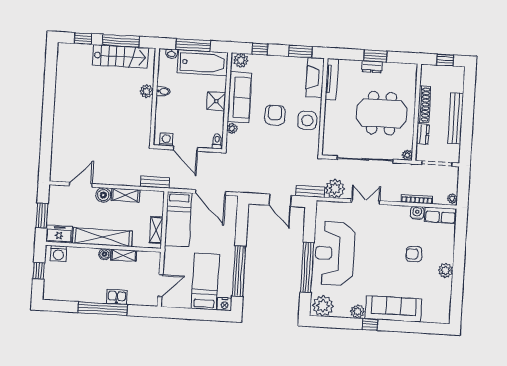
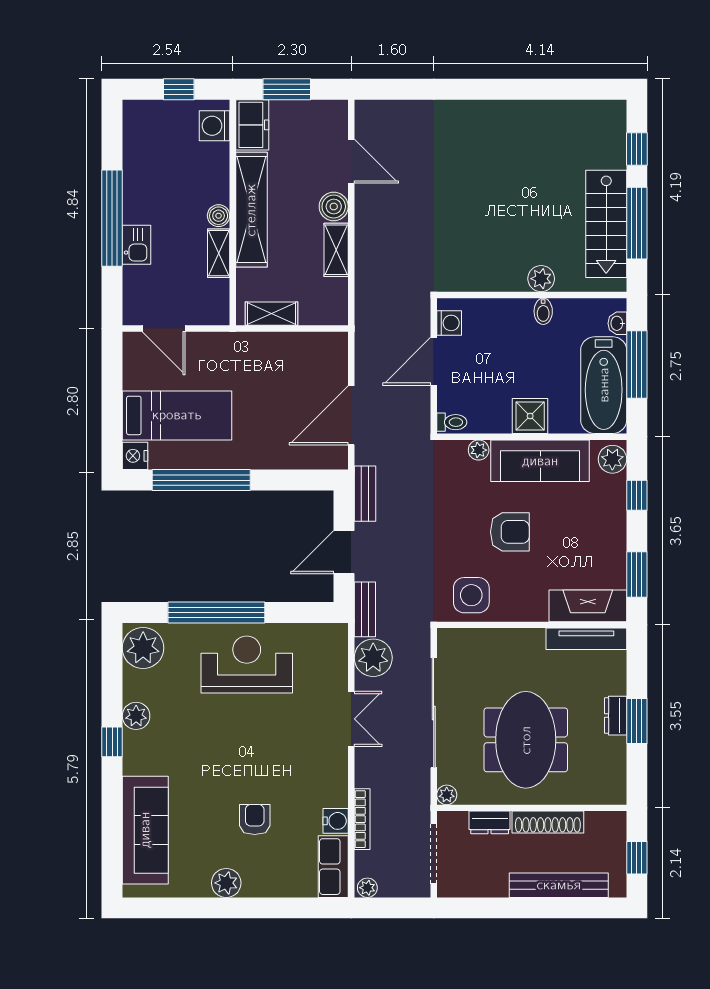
bench: (456, 118) -> (559, 885), moved
side table: (307, 120) -> (471, 595), moved
bench: (155, 182) -> (365, 494), moved
bed: (178, 219) -> (295, 355), removed
reception desk: (335, 253) -> (247, 665), width x0.74, depth x0.77
sofa: (393, 309) -> (145, 830), moved

